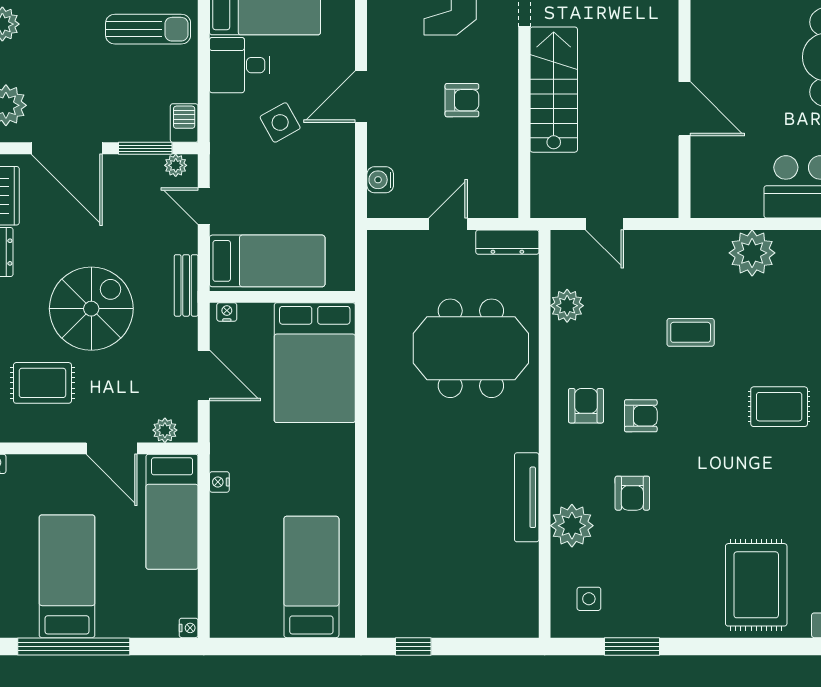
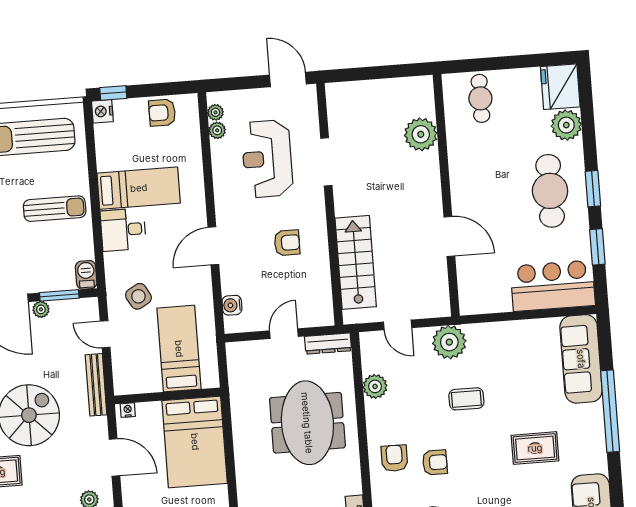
stairs: (554, 90) -> (356, 262), moved
side table: (280, 122) -> (138, 296), moved
plant: (176, 165) -> (41, 309), moved
plant: (752, 253) -> (449, 342), moved
bed: (267, 261) -> (179, 349), moved, turned -90
bench: (186, 285) -> (96, 385), width x1.36
meeting table: (471, 348) -> (307, 423), turned 90

